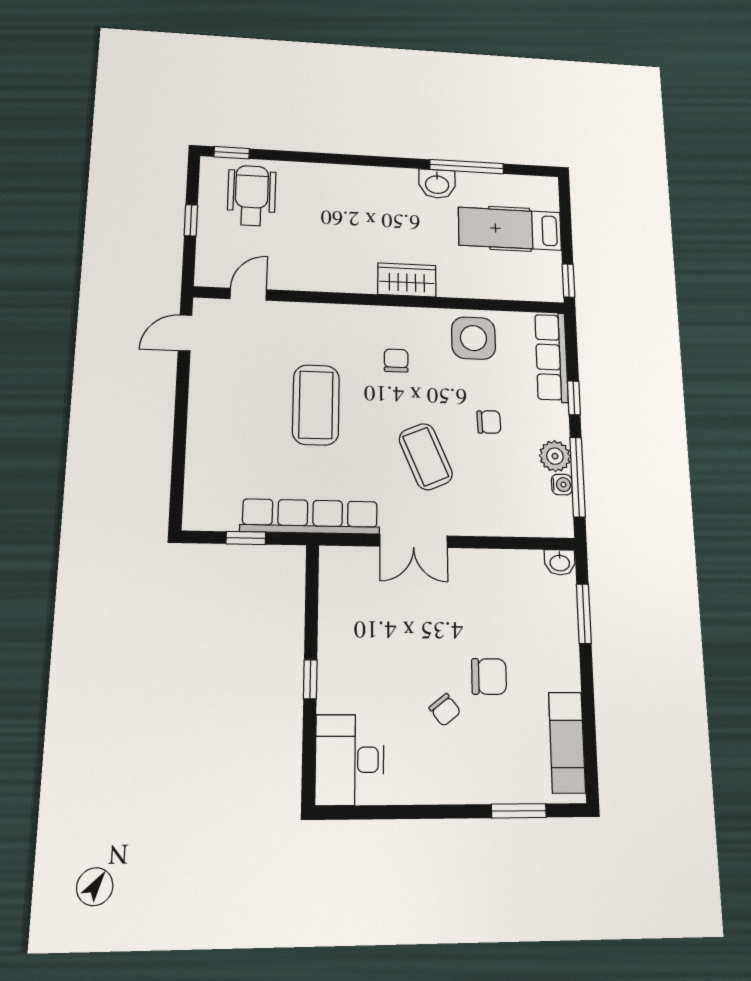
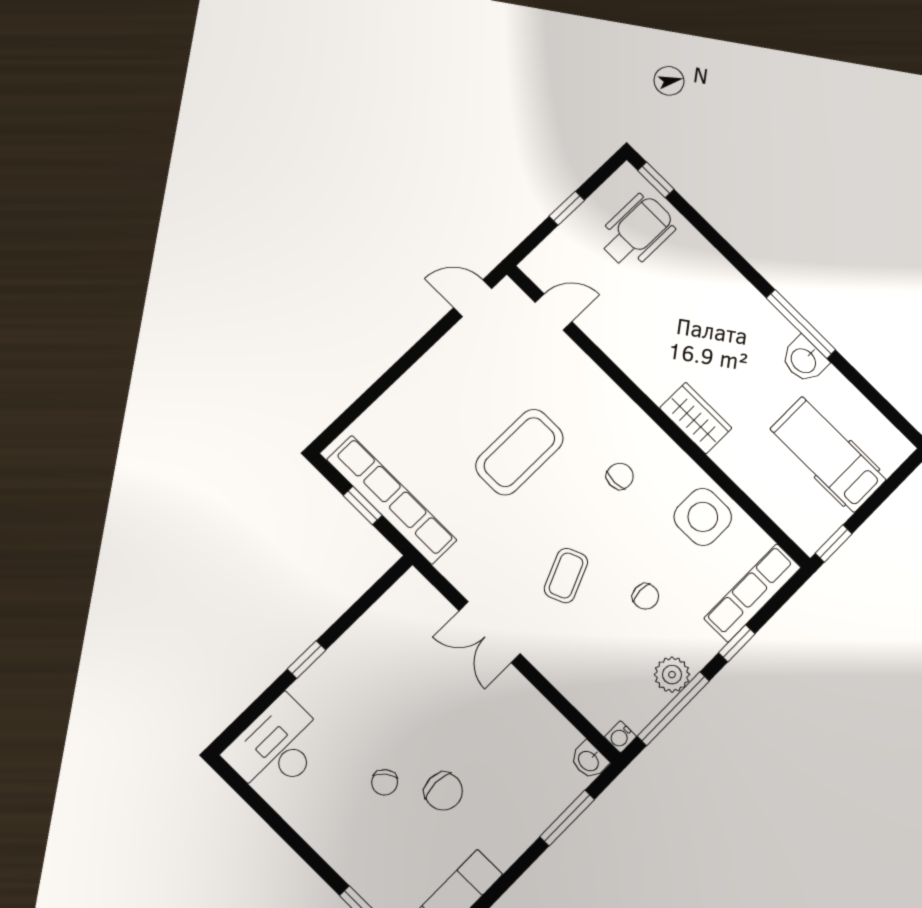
window: (467, 167) -> (801, 324), moved
coffee table: (426, 457) -> (566, 575), width x0.73, depth x0.77
water cooler: (562, 485) -> (620, 737), moved, turned 90
row of seats: (310, 517) -> (392, 500), moved

